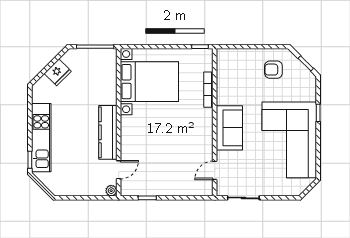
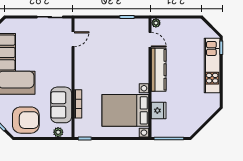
plant: (233, 54) -> (58, 132), added
armchair: (273, 70) -> (26, 120), width x1.88, depth x1.88
fridge: (58, 72) -> (159, 111), moved, turned 135
sofa: (229, 128) -> (61, 105), moved
door: (119, 170) -> (150, 40), swing flipped

